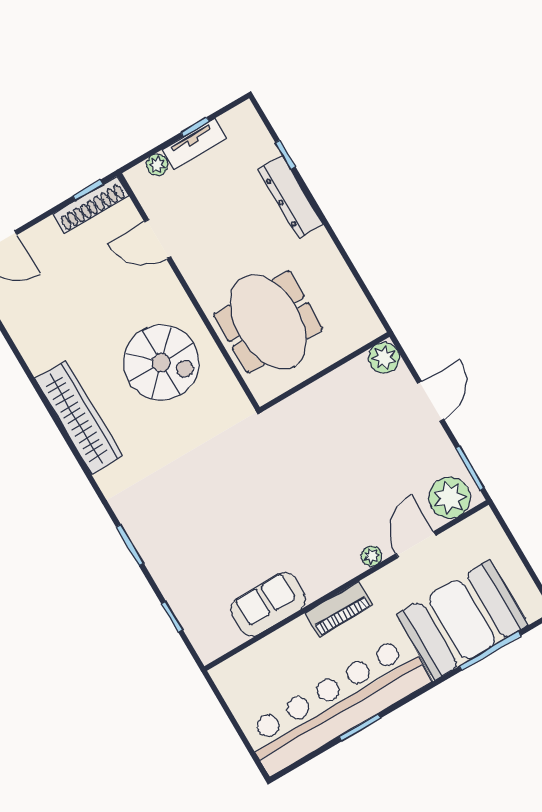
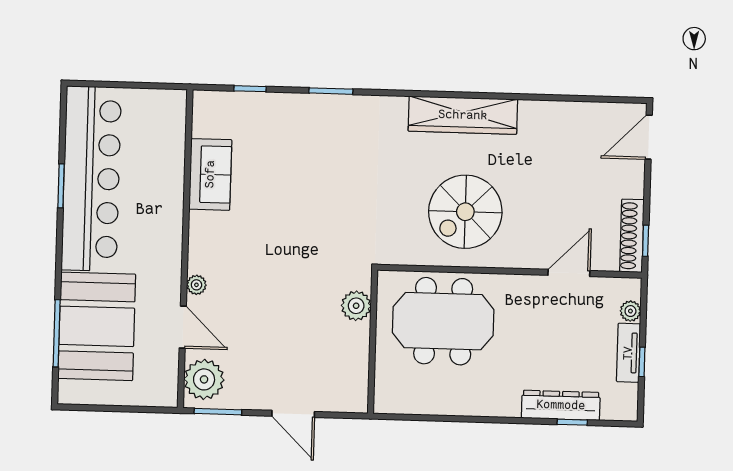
dresser: (291, 197) -> (561, 405), moved
plant: (384, 358) -> (356, 306), moved
piano: (339, 609) -> (169, 230), removed

